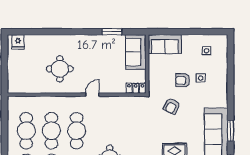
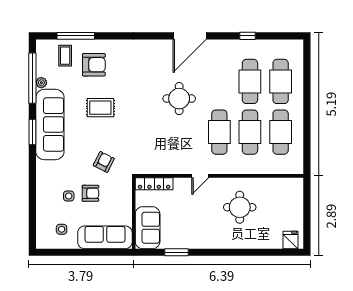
sofa: (165, 44) -> (105, 237), width x1.36
locker: (136, 88) -> (154, 184), width x1.53

